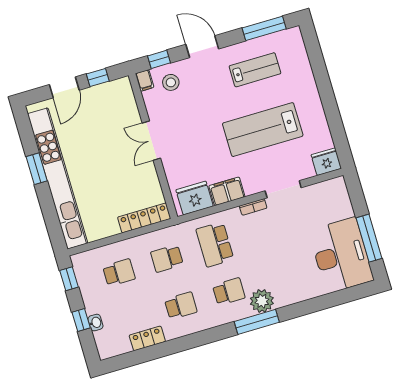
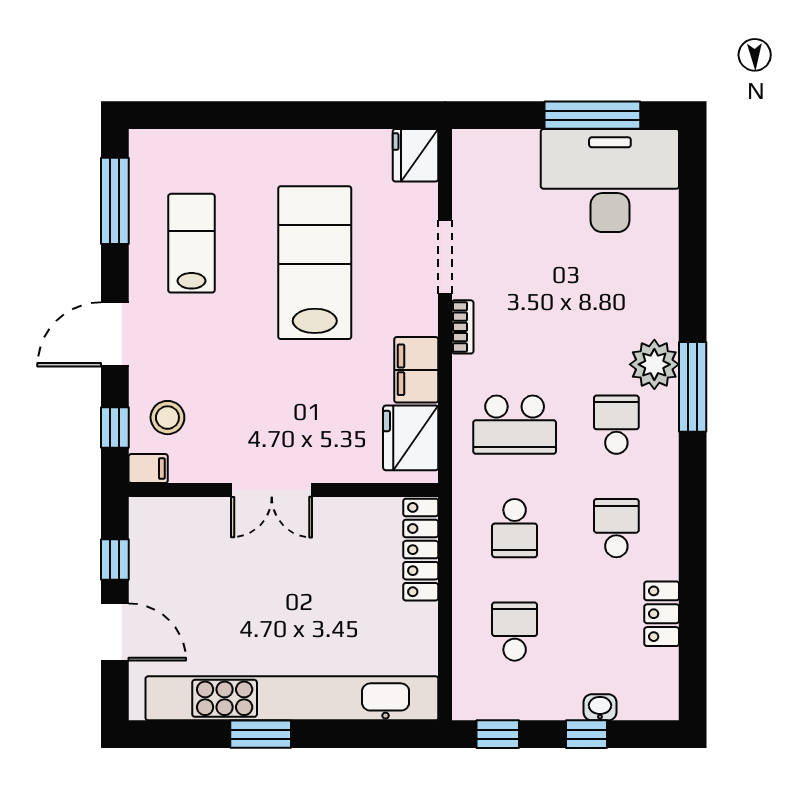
lab bench: (263, 130) -> (315, 263), turned 180

